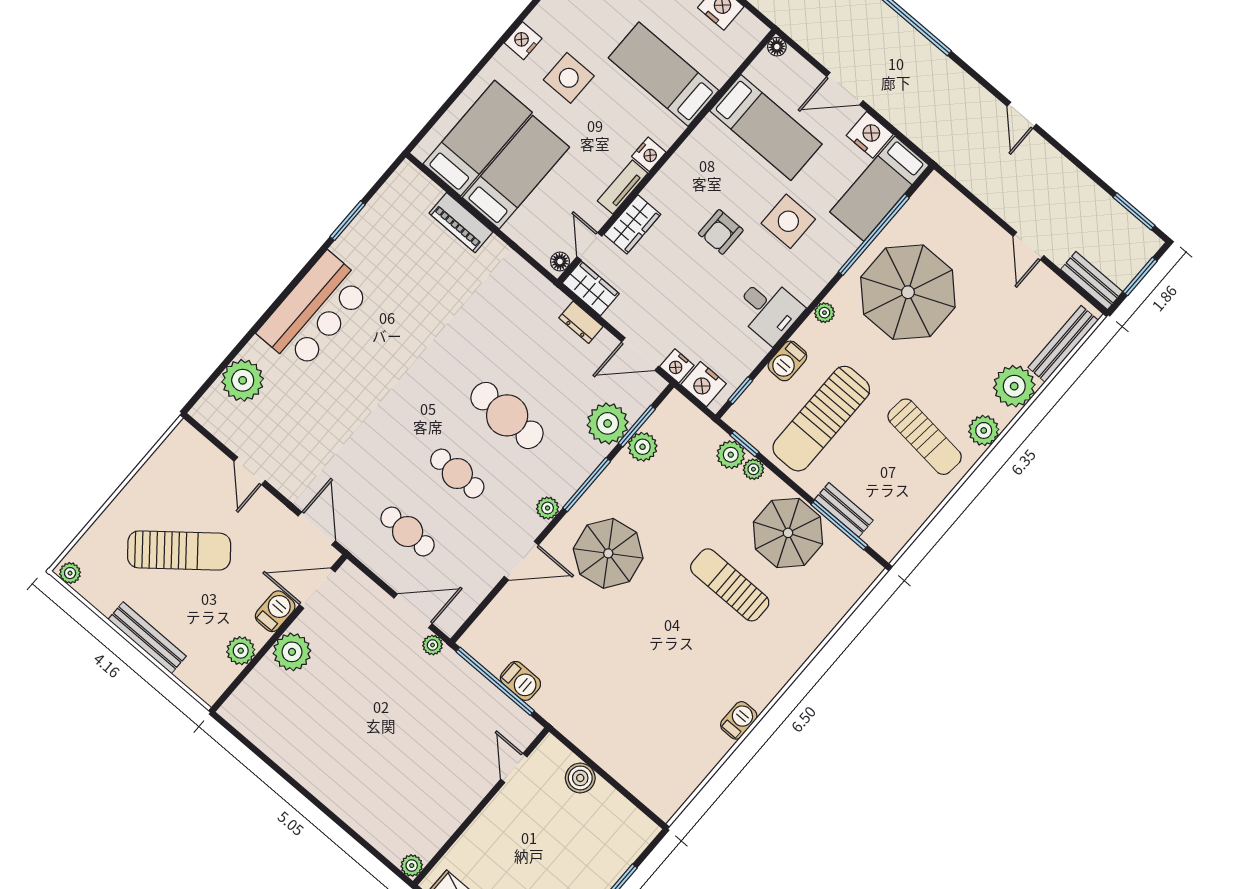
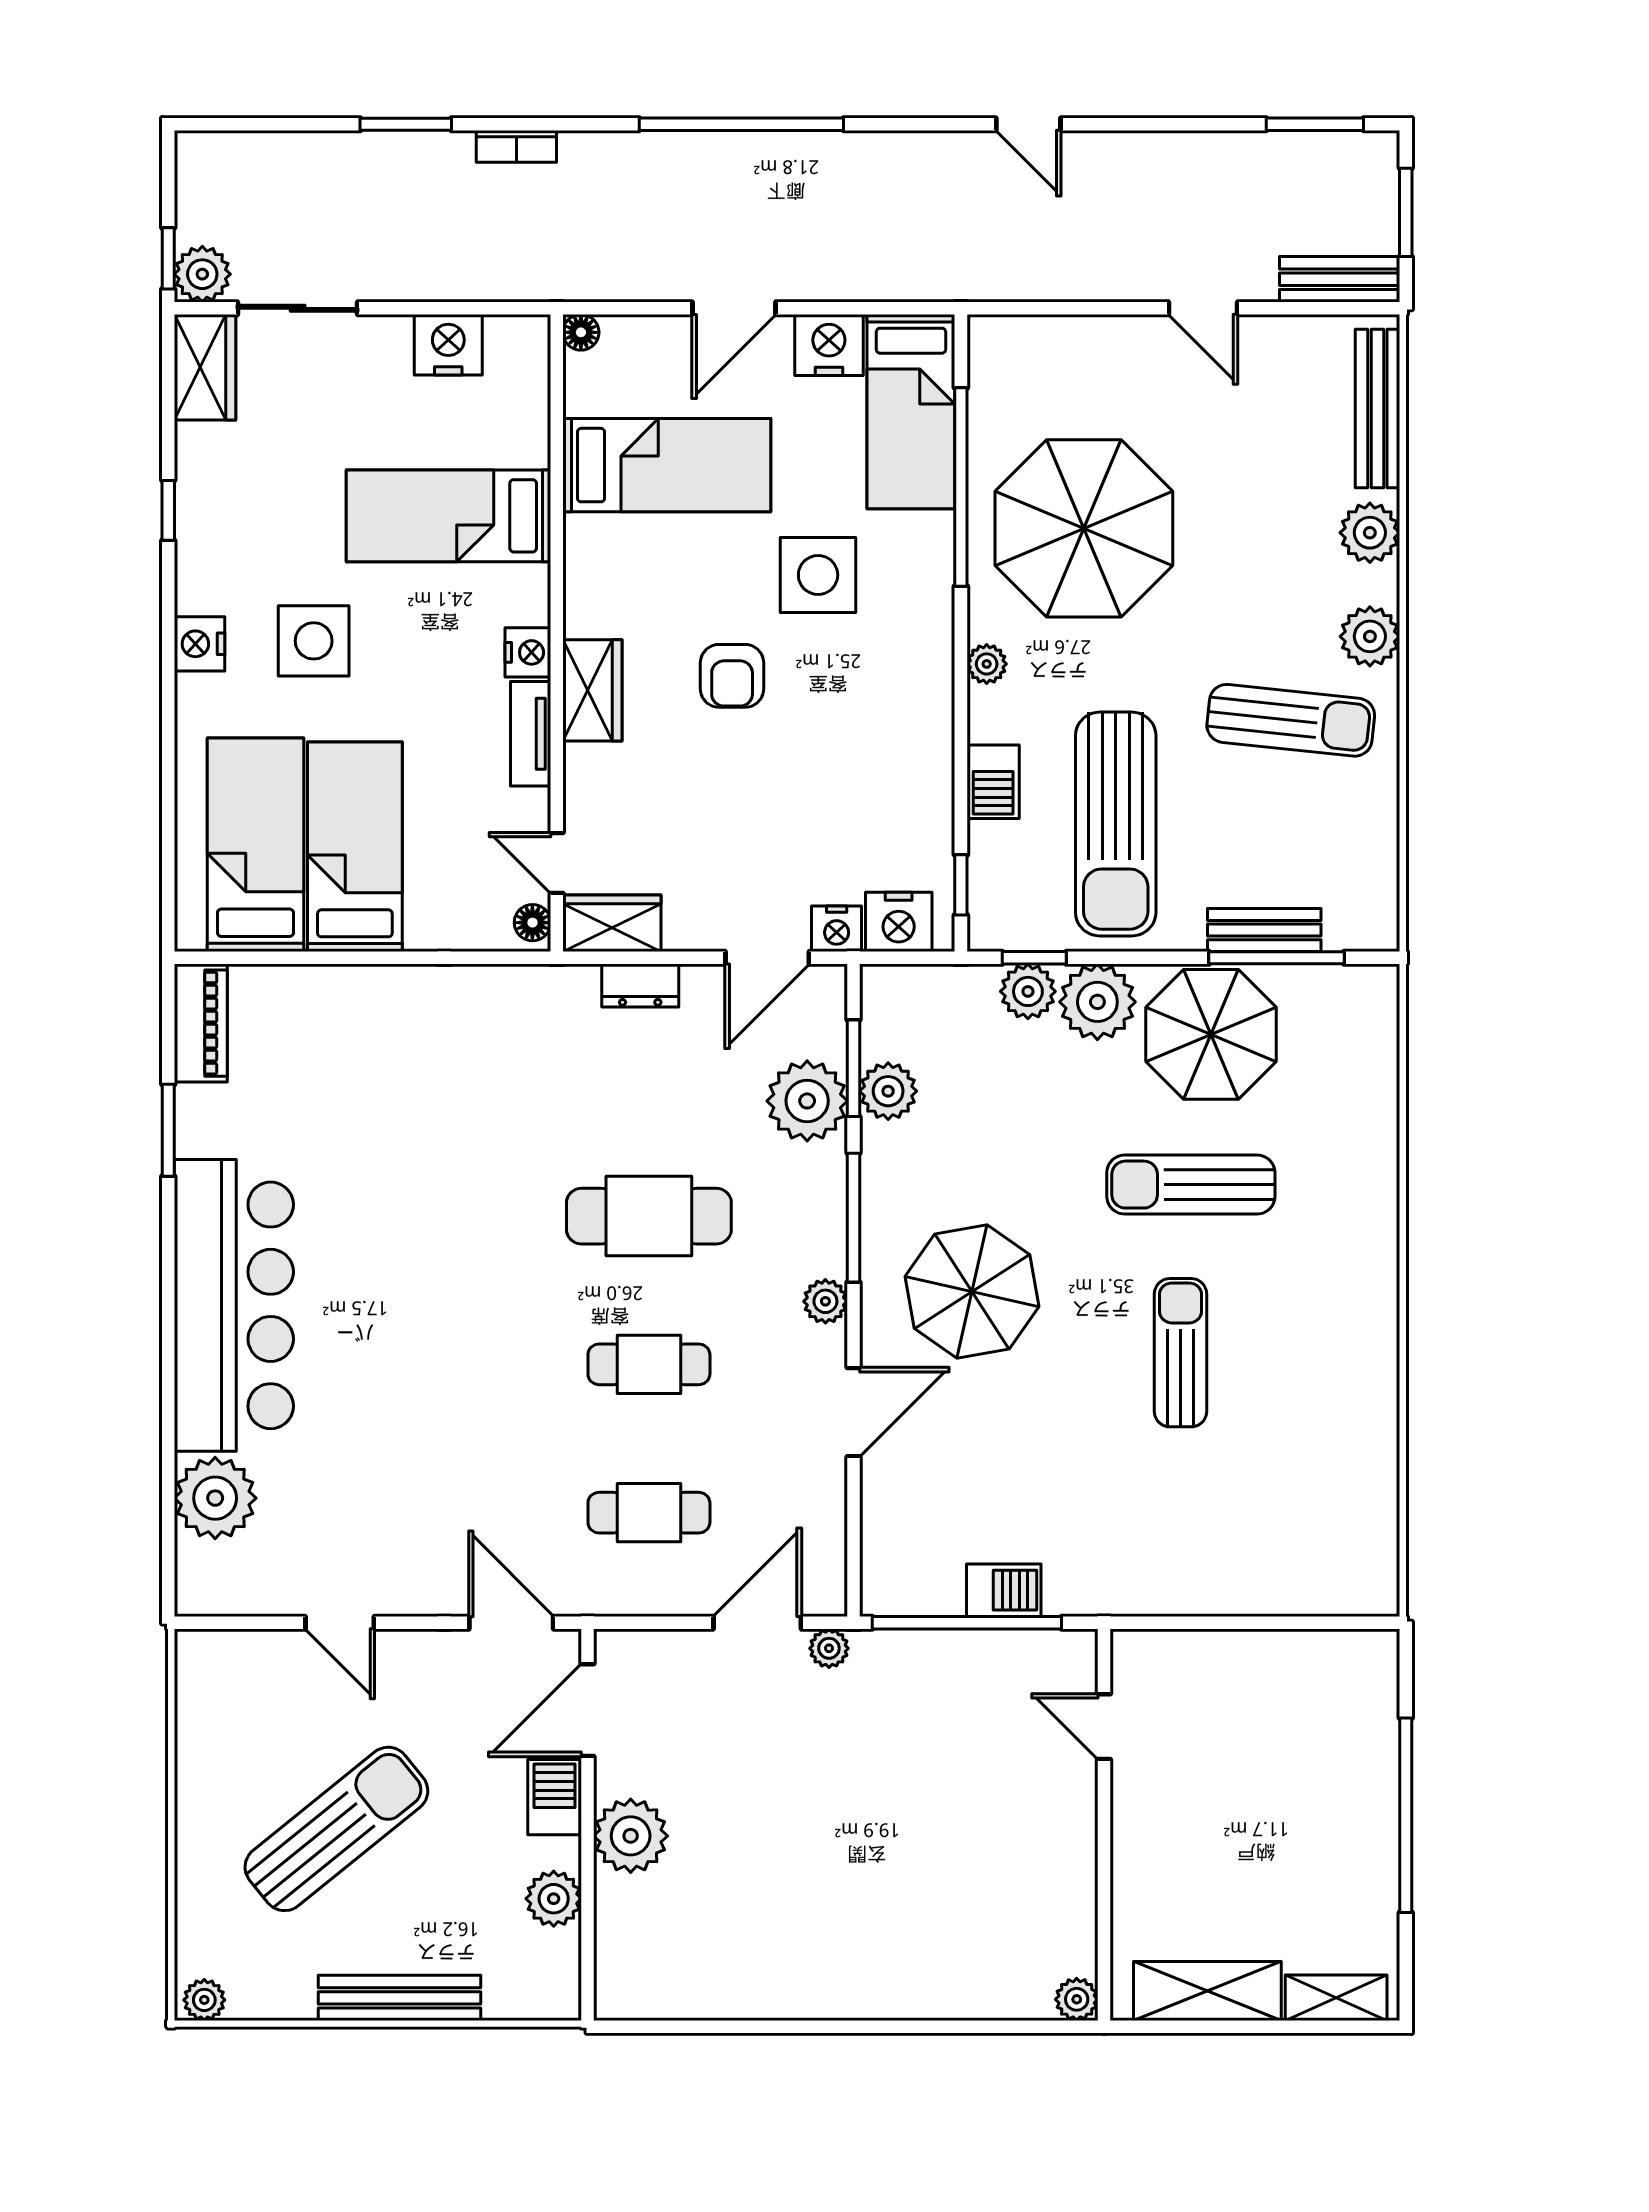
piano: (461, 223) -> (201, 1023), moved, turned -90
wardrobe: (632, 224) -> (592, 690), moved
desk: (768, 310) -> (900, 730), removed
bar counter: (315, 311) -> (234, 1305), width x1.36
plant: (1014, 386) -> (1370, 533), width x0.73, depth x0.73
plant: (753, 469) -> (1097, 1002), width x1.87, depth x1.87
sun lounger: (669, 647) -> (1181, 1353), added
barbecue: (739, 720) -> (1375, 1373), removed
boiler: (580, 778) -> (1214, 1658), removed

